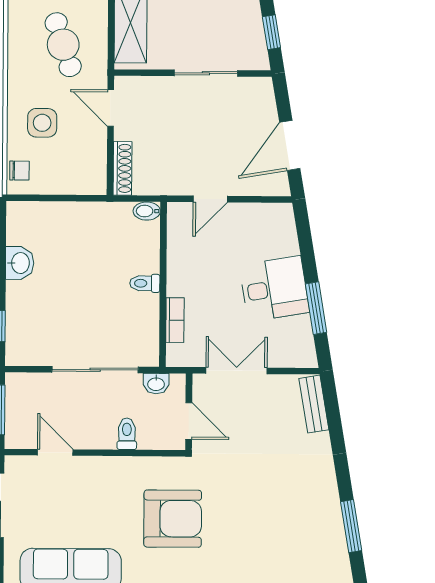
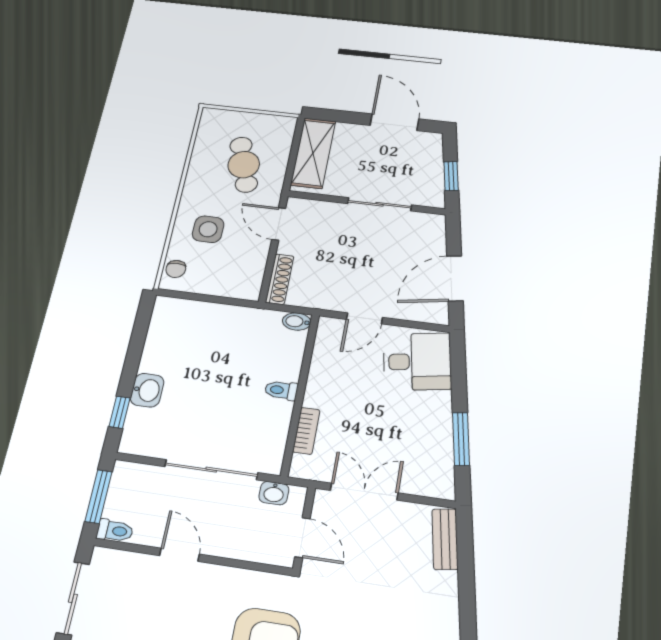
chair: (19, 171) -> (176, 269), turned 89
washbasin: (20, 263) -> (147, 390), moved
desk: (274, 289) -> (417, 362), moved
toilet: (127, 434) -> (115, 531), moved, turned 90
door: (55, 452) -> (180, 555), moved

